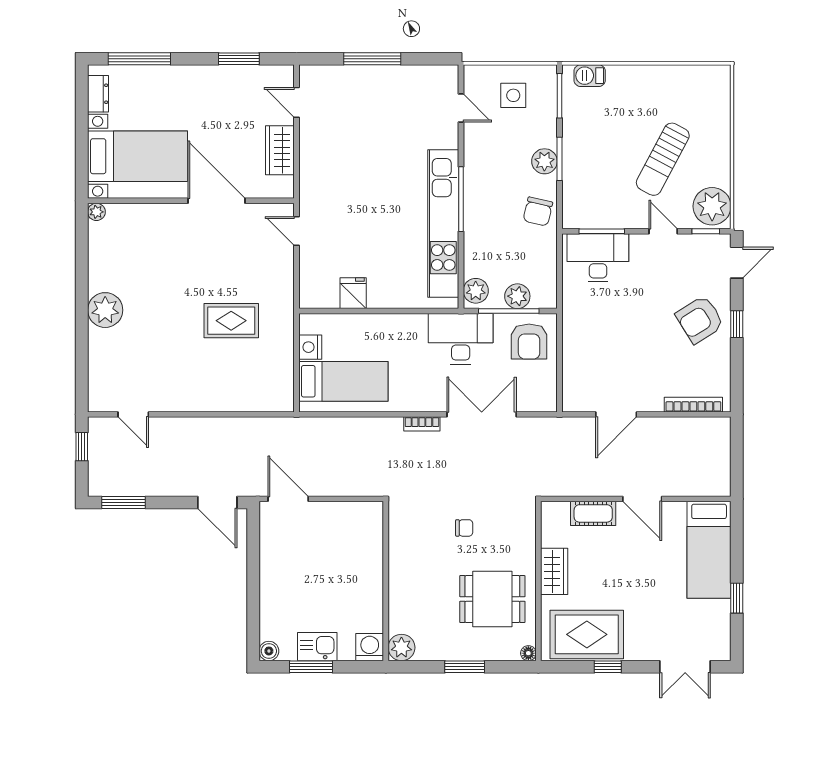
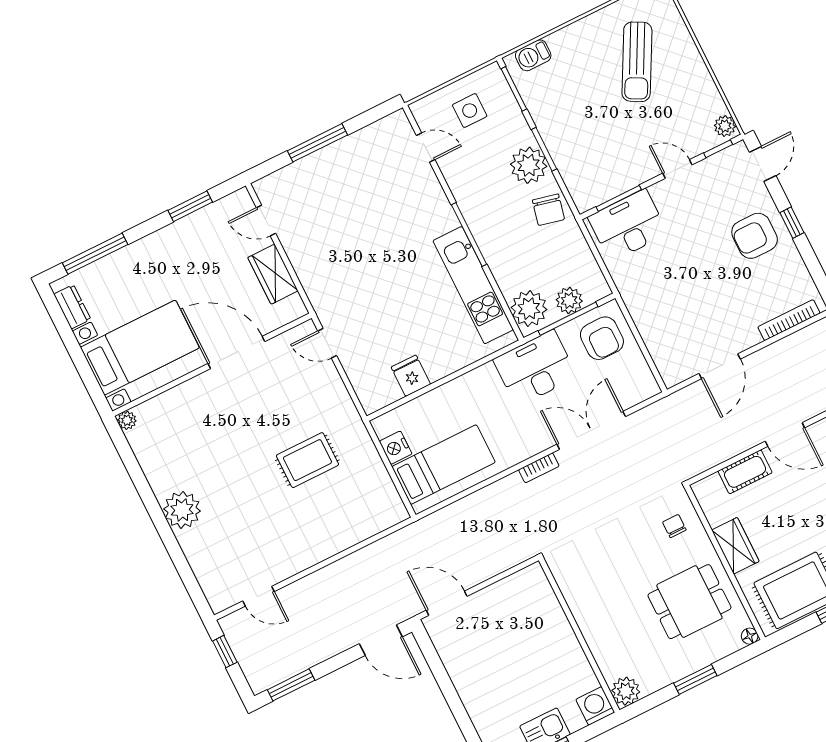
sun lounger: (663, 159) -> (637, 62), moved
plant: (544, 161) -> (529, 165), width x1.36, depth x1.36
plant: (712, 206) -> (725, 126), width x0.53, depth x0.53
kitchen unit: (443, 224) -> (473, 285), width x0.73
plant: (476, 291) -> (529, 309), width x1.36, depth x1.36
armchair: (700, 320) -> (755, 236), turned 32
chair: (464, 528) -> (674, 526), moved, turned -90

